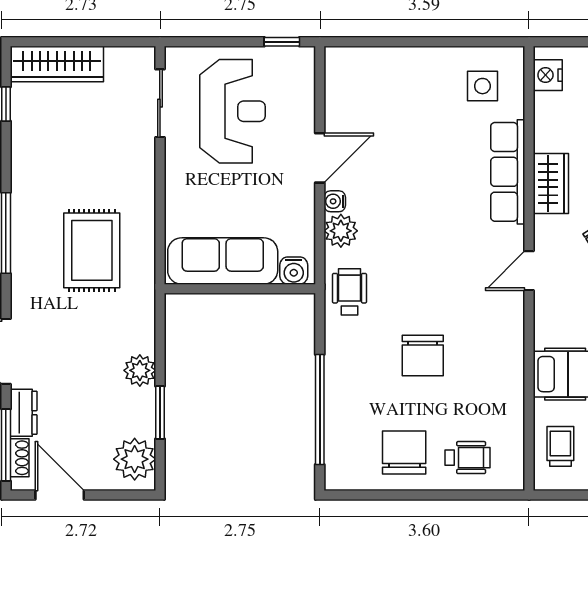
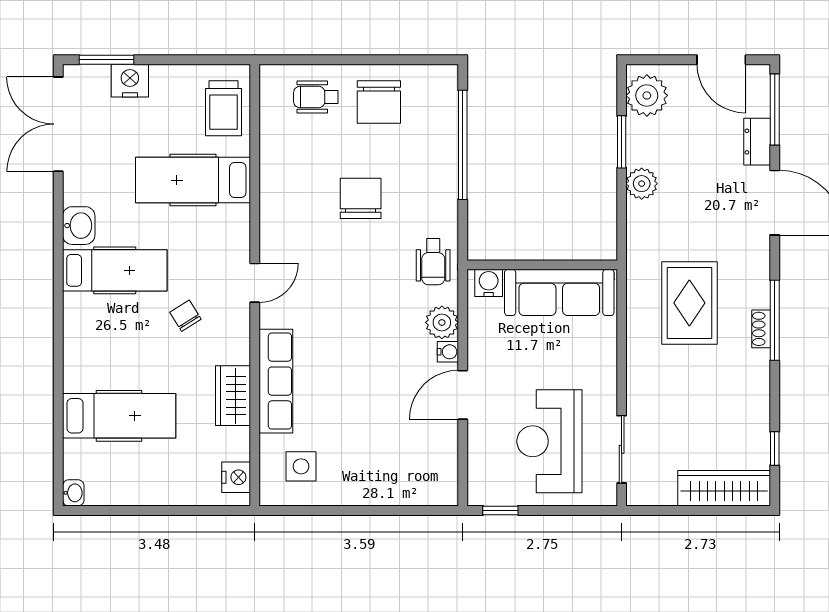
wardrobe: (551, 183) -> (233, 396), moved
trolley: (560, 446) -> (224, 108), width x1.36, depth x1.39
shoe rack: (20, 458) -> (761, 329), moved

